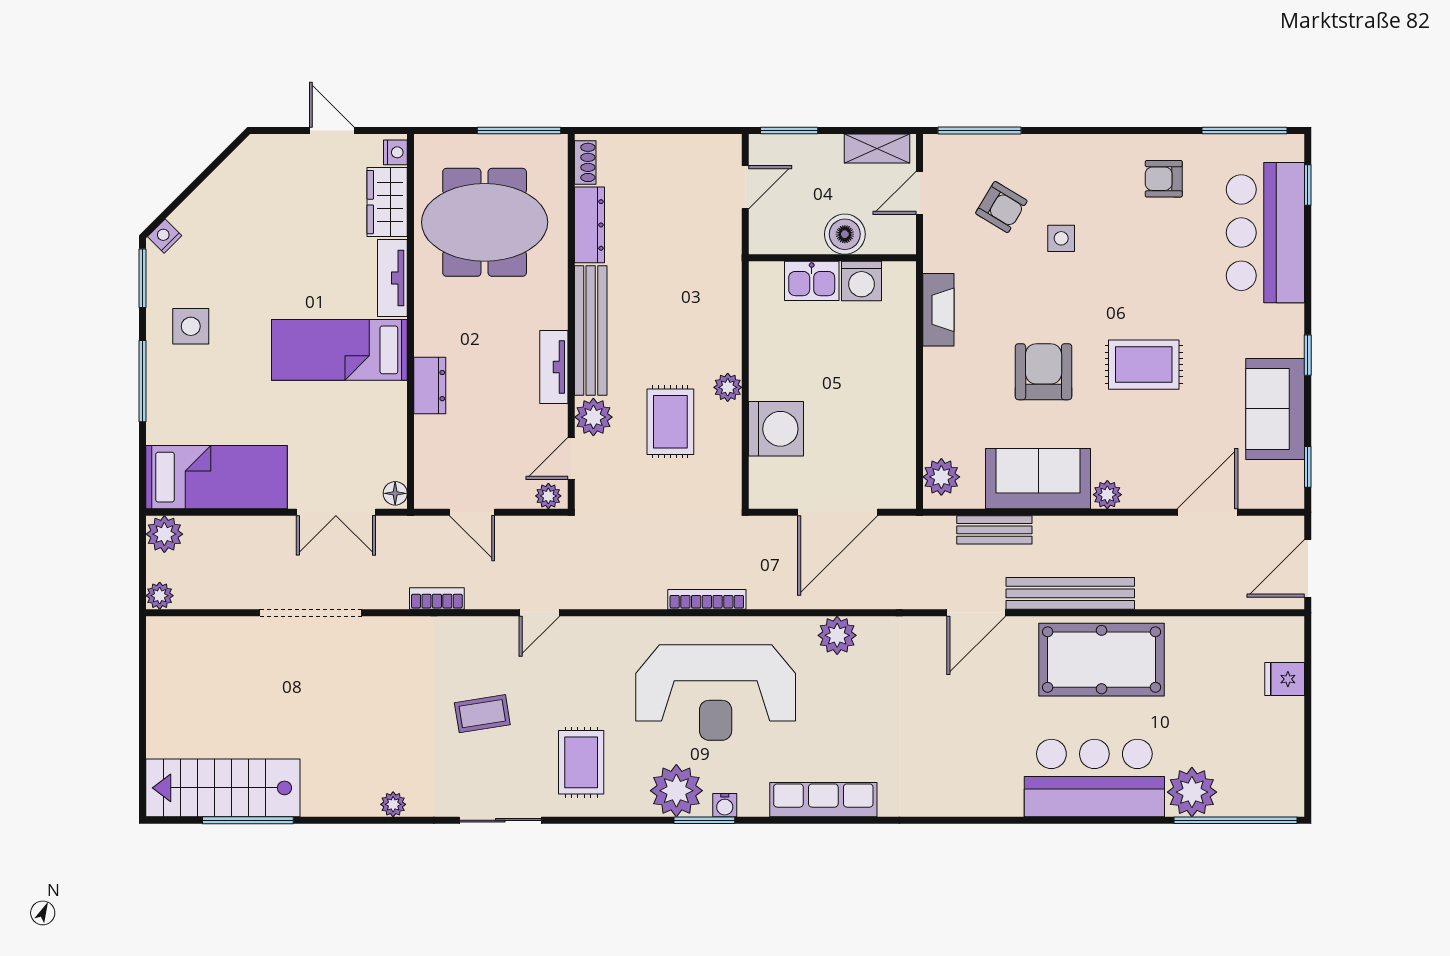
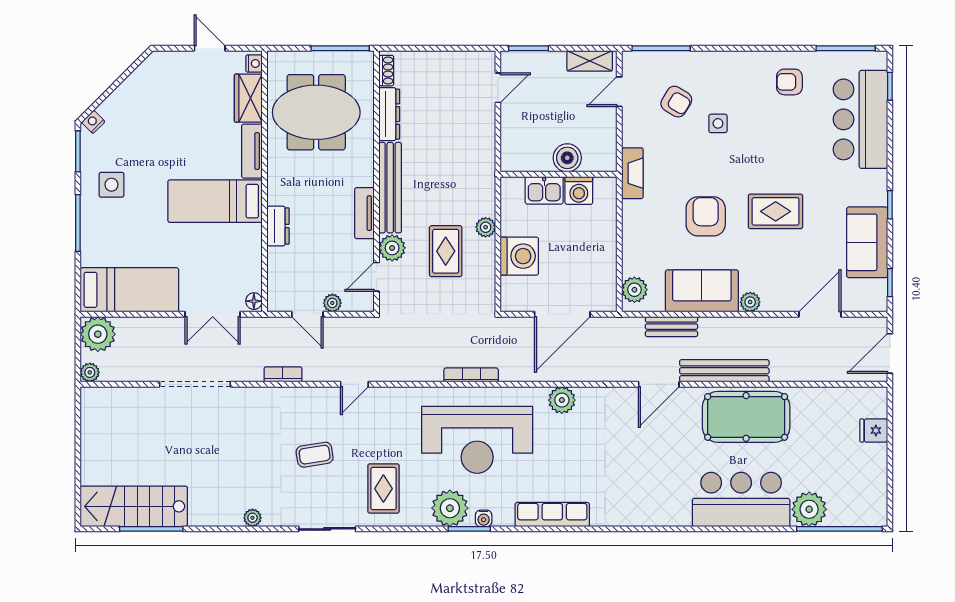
boiler: (845, 234) -> (567, 158), moved
wall: (832, 258) -> (559, 174), moved
kitchen sink: (812, 281) -> (544, 190), moved
washing machine: (862, 281) -> (579, 190), moved
plant: (548, 496) -> (332, 303), moved
plant: (164, 534) -> (98, 334), width x1.36, depth x1.36

